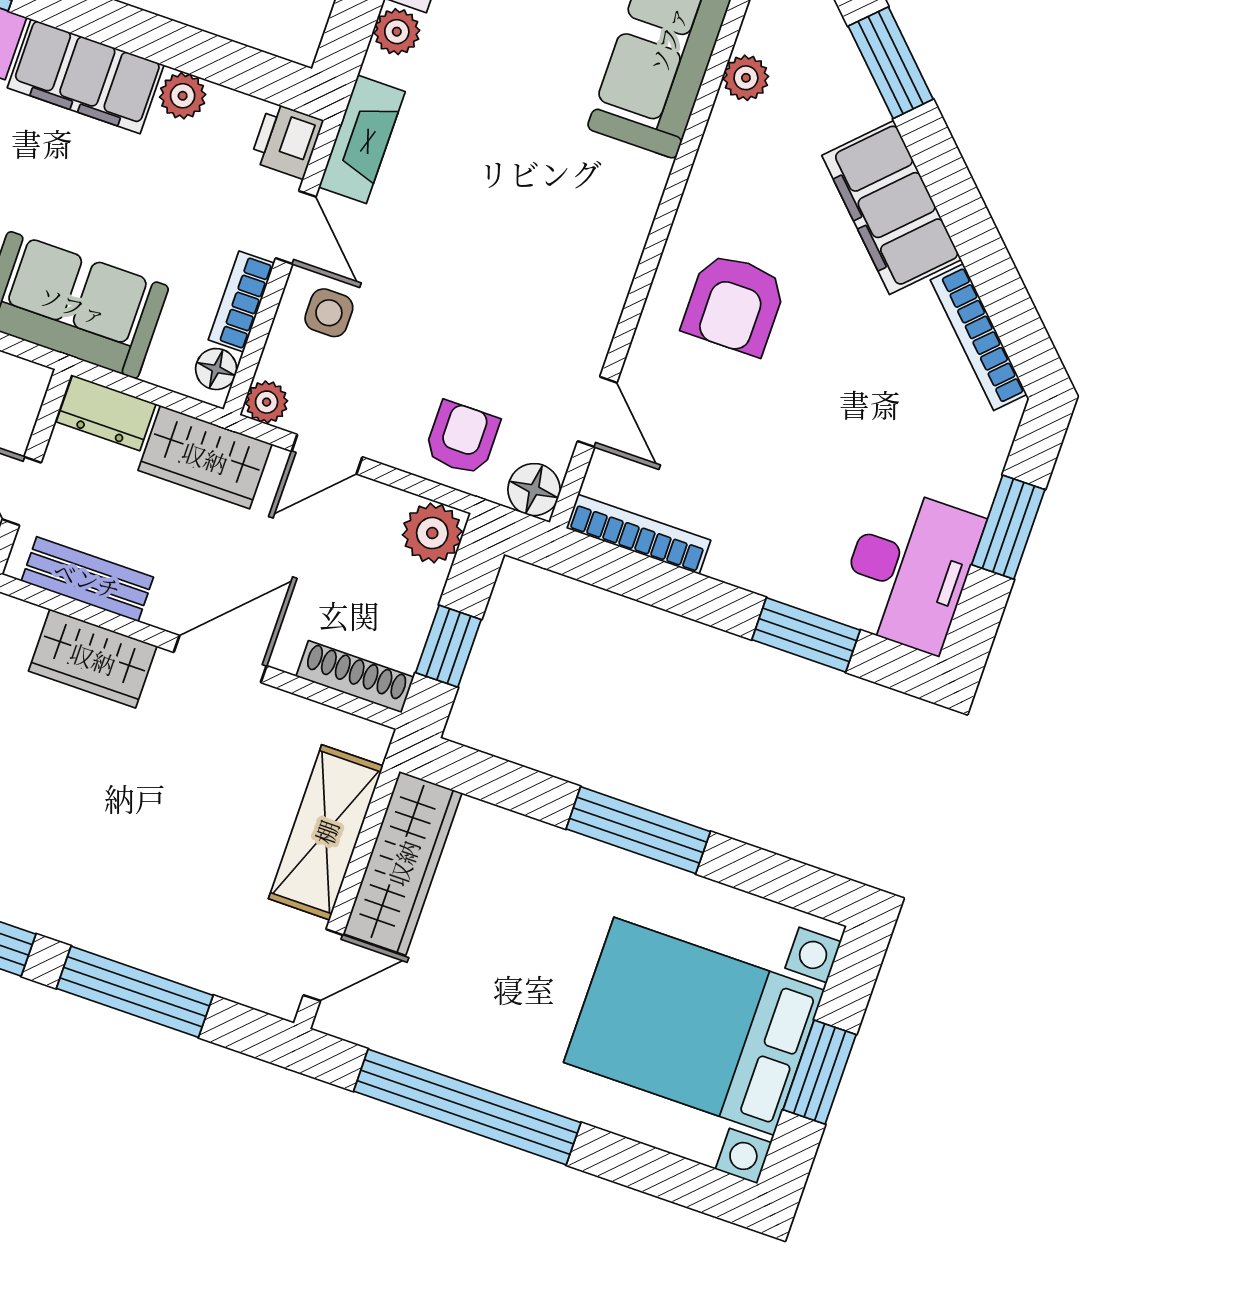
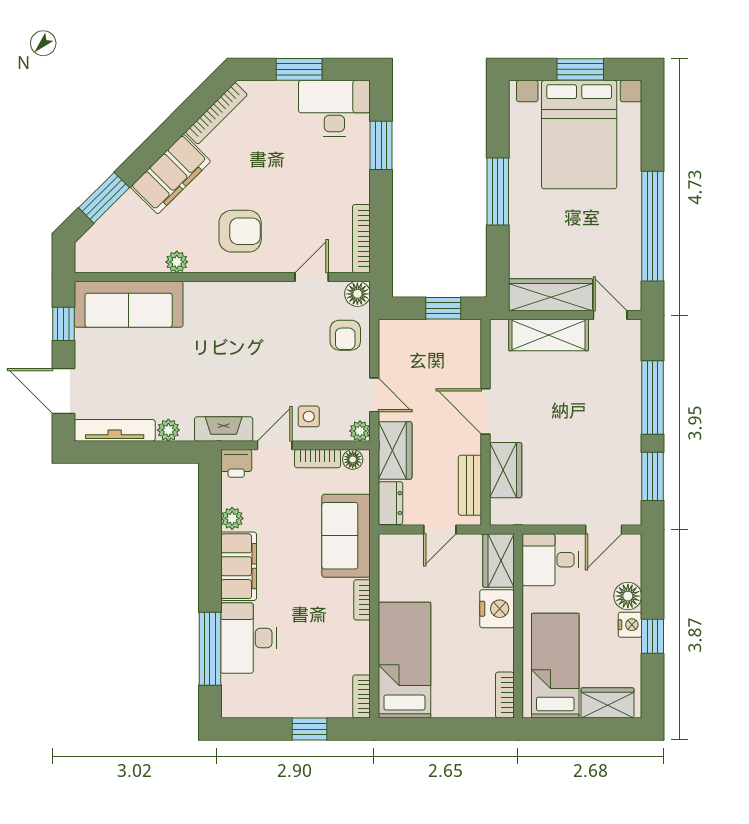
plant: (746, 78) -> (177, 262), moved
armchair: (462, 438) -> (345, 335), turned -90
plant: (432, 533) -> (394, 334), removed
shoe rack: (355, 677) -> (472, 346), removed

